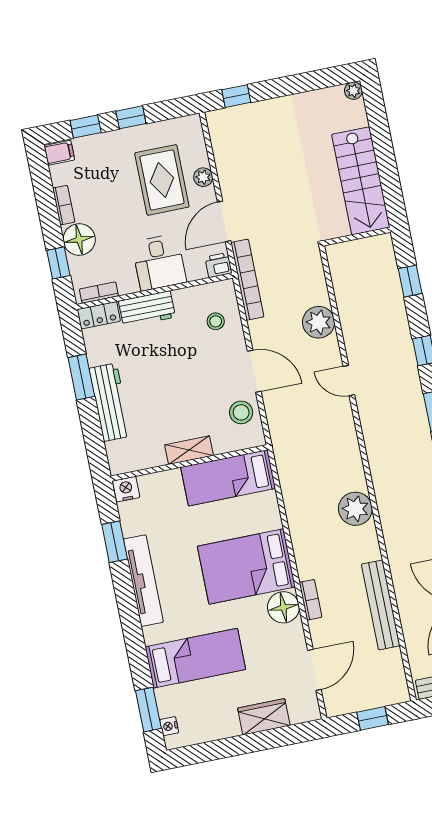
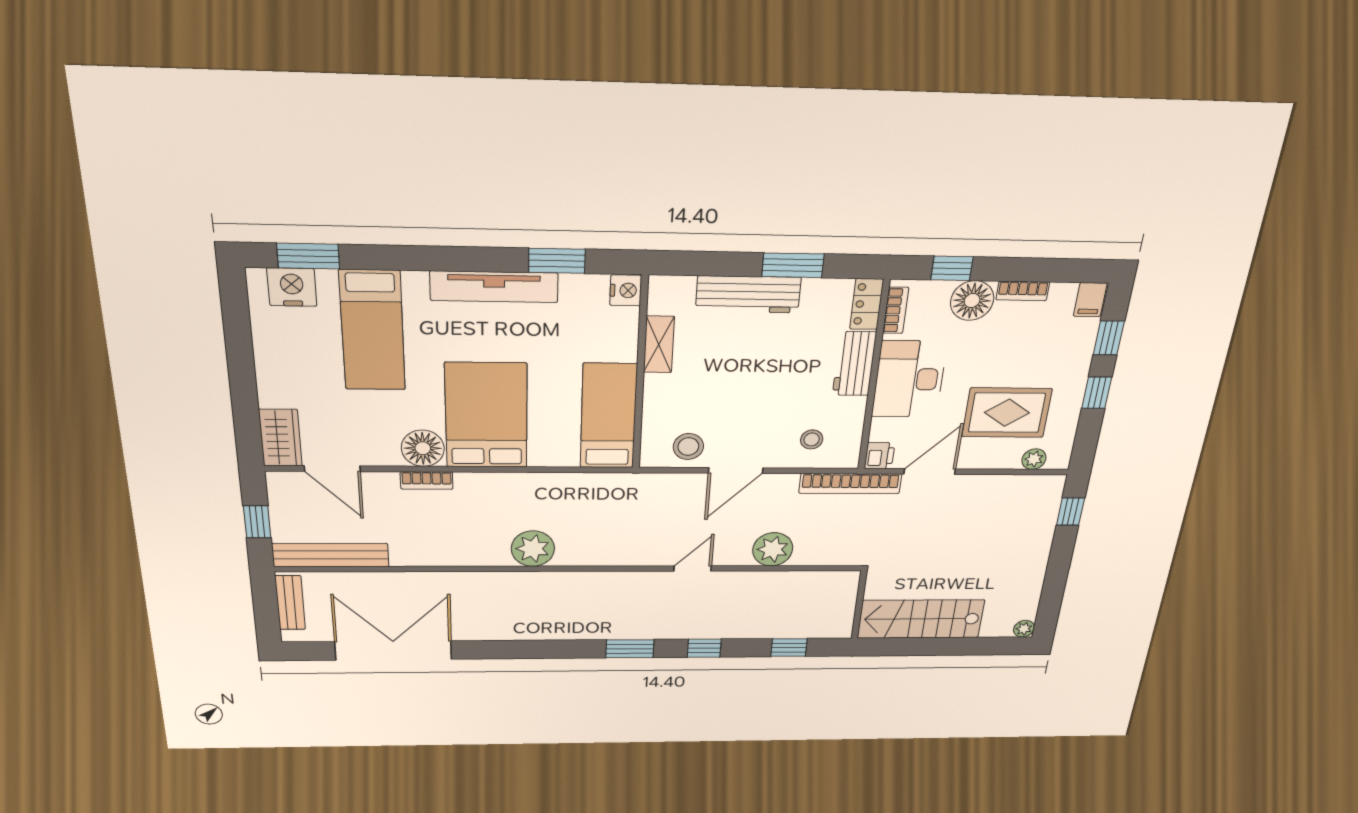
plant: (203, 177) -> (1034, 459), moved
door: (224, 221) -> (930, 471), hinge flipped
desk: (159, 262) -> (909, 379), width x1.37
shelving: (189, 450) -> (659, 344), moved
bench: (381, 605) -> (331, 555), moved
wardrobe: (264, 717) -> (280, 438), moved
nightstand: (169, 726) -> (292, 287), width x1.89, depth x1.79

